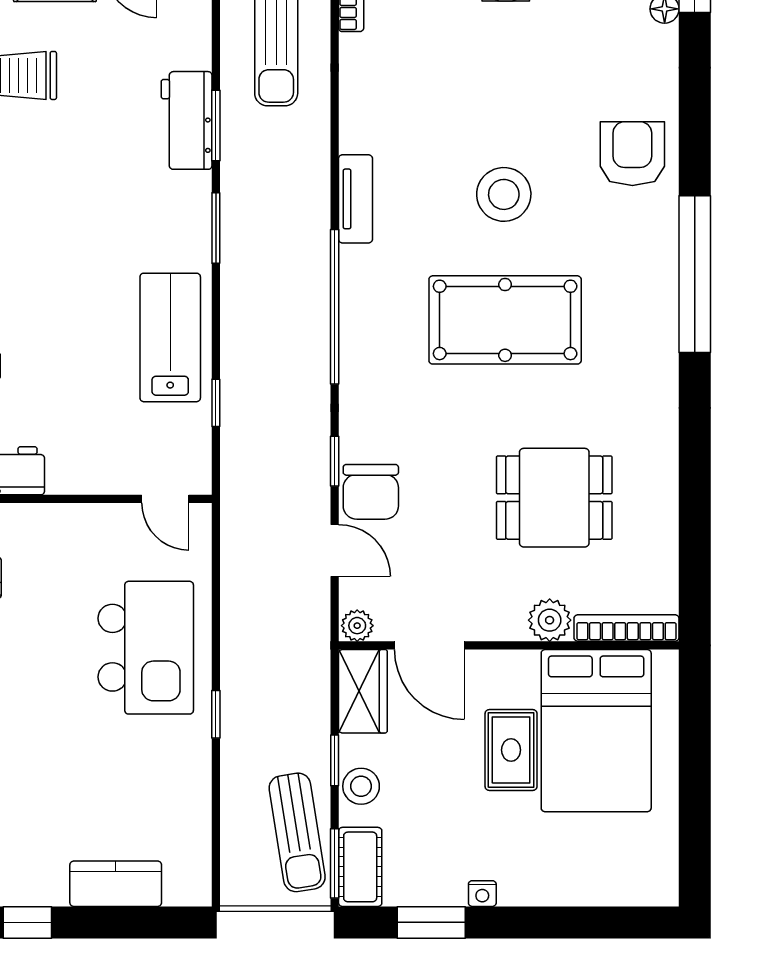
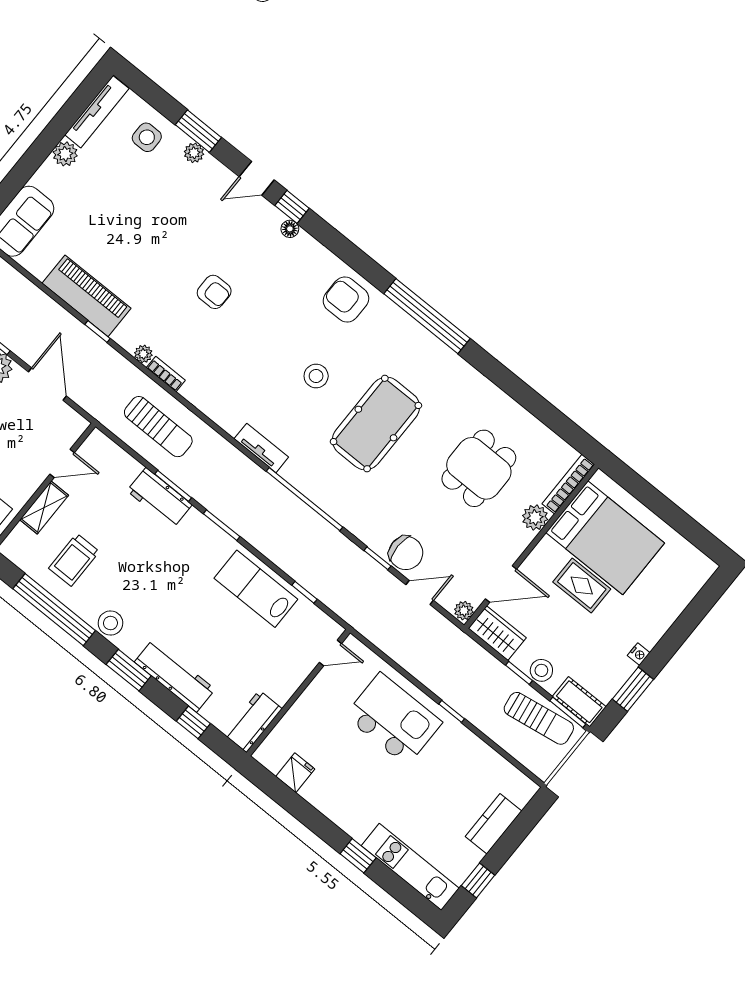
stool: (504, 194) -> (316, 376), width x0.73, depth x0.73

